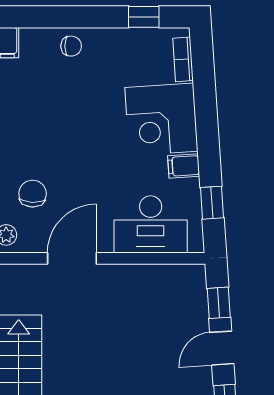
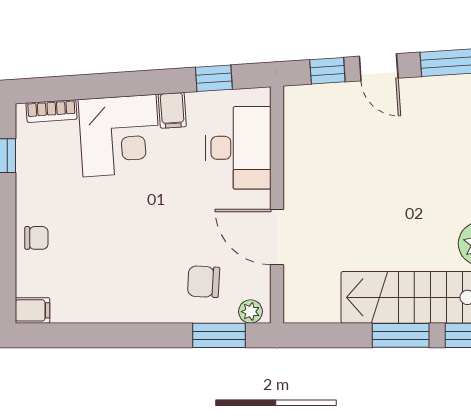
chair: (71, 46) -> (36, 238), turned 90

